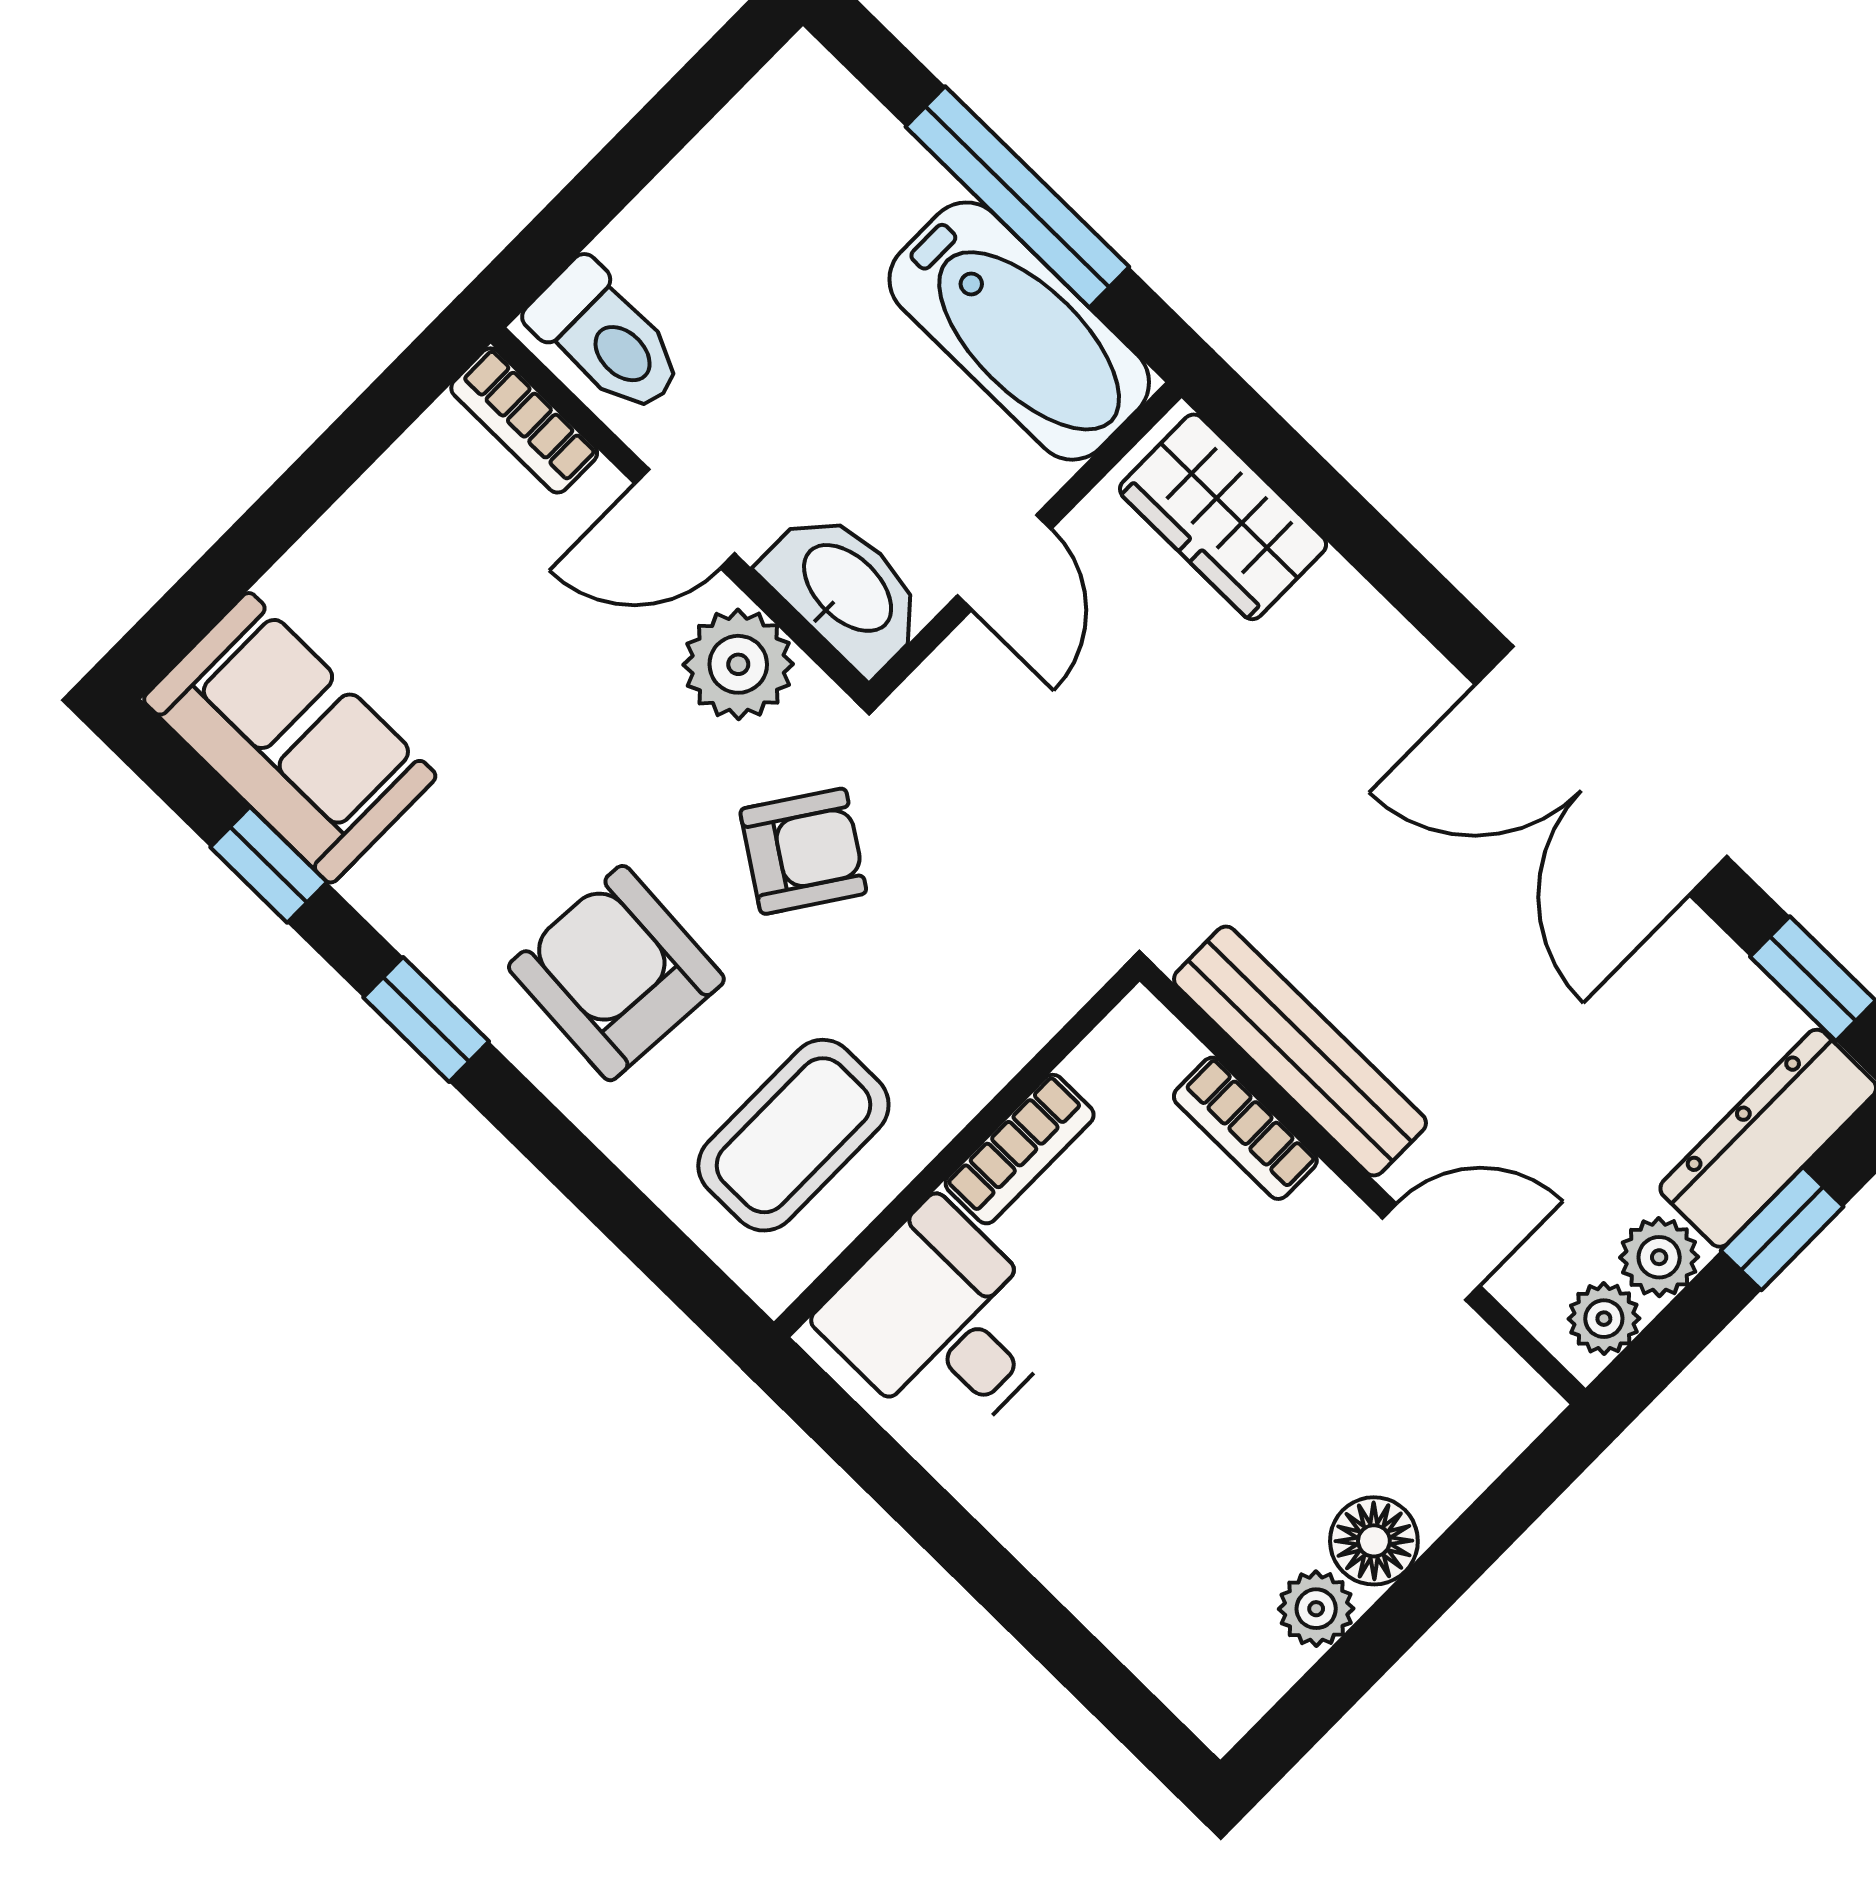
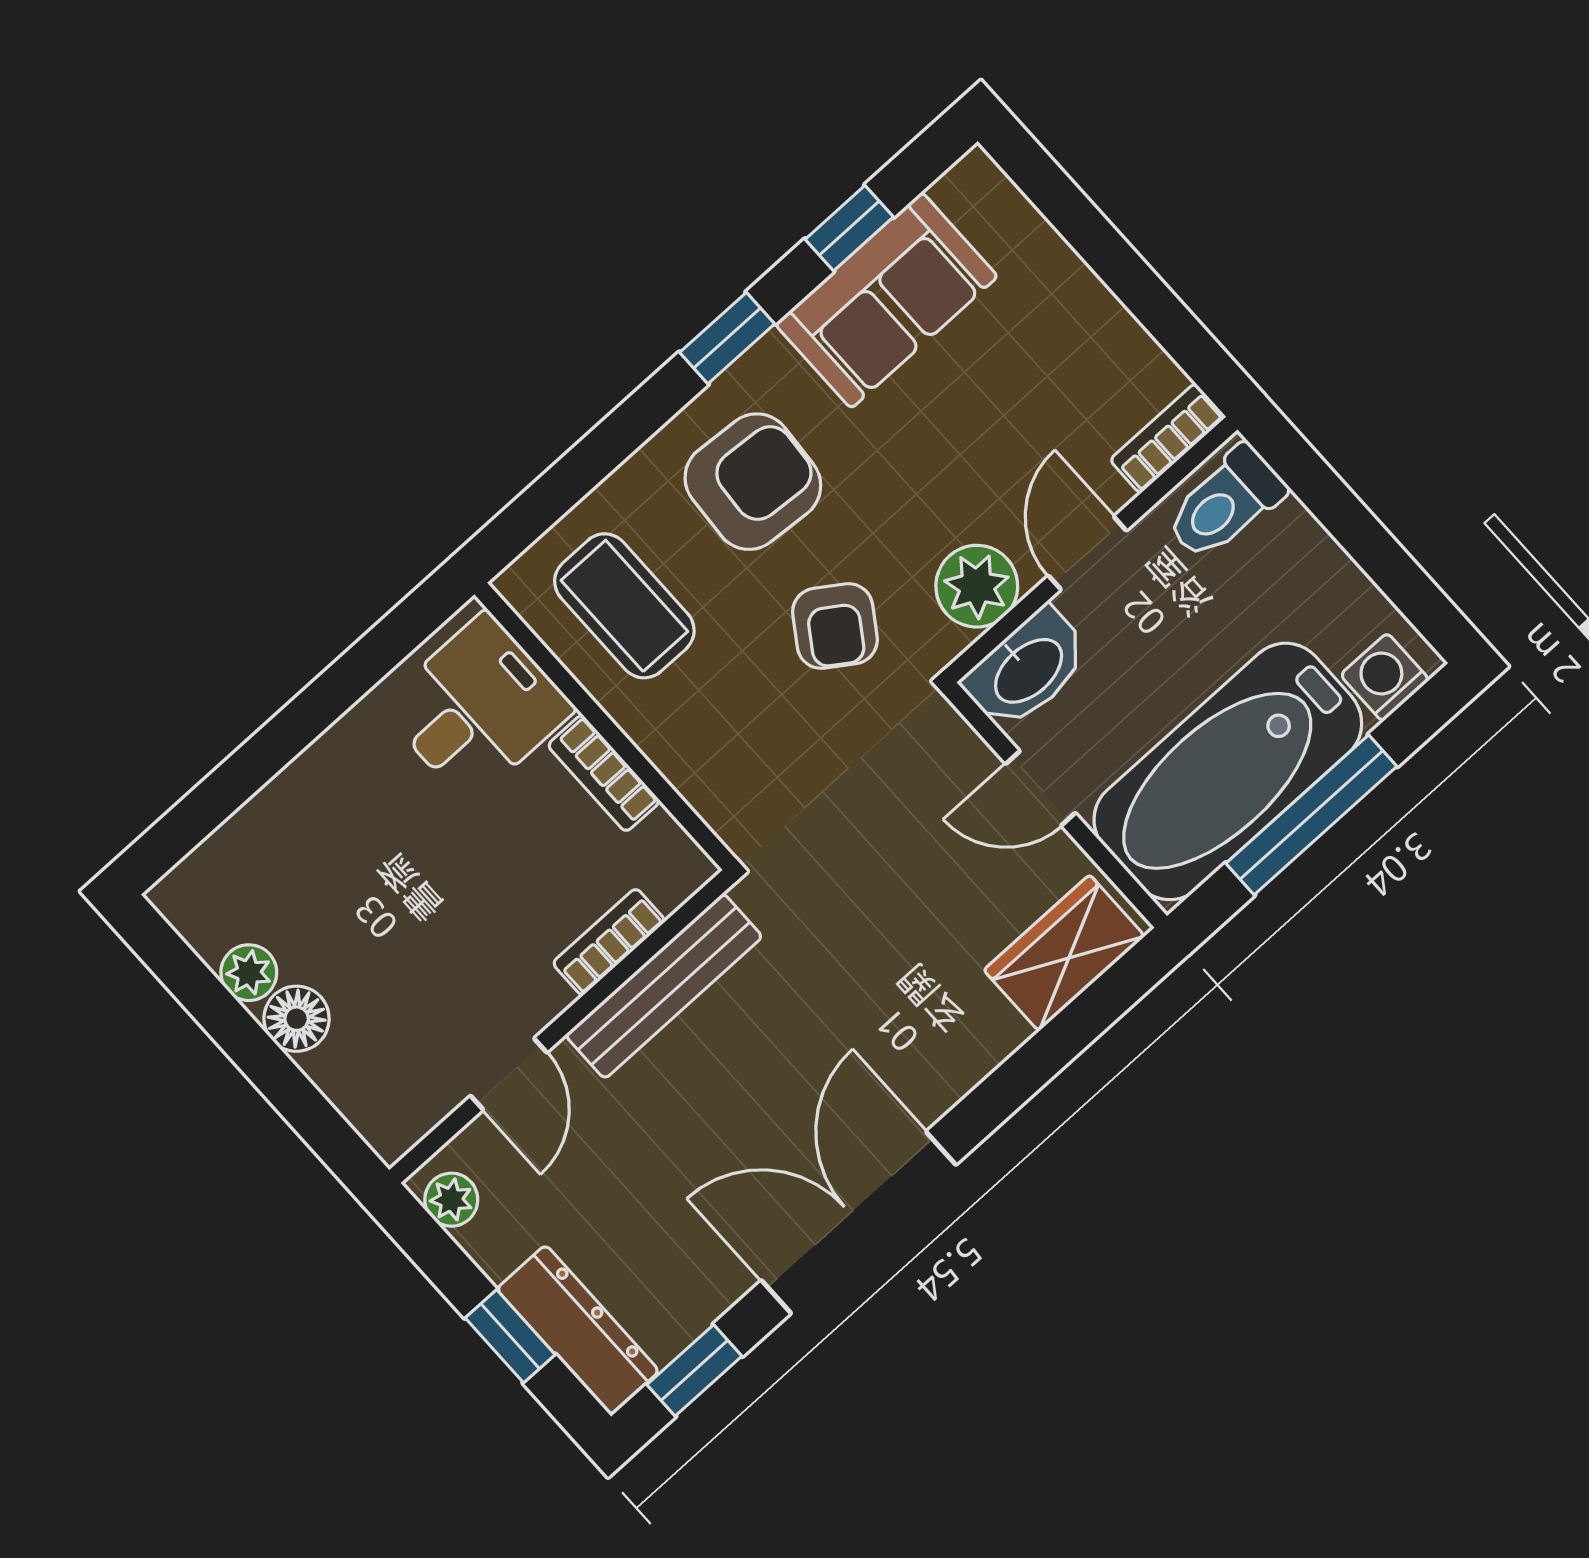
washing machine: (827, 110) -> (1385, 677), added
bathtub: (1019, 331) -> (1228, 771), width x1.36, depth x1.36
sofa: (290, 738) -> (886, 300), moved
plant: (1659, 1257) -> (494, 1243), removed

